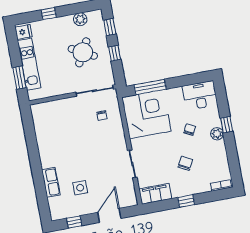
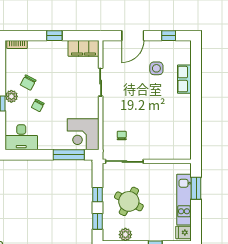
corner desk: (146, 114) -> (83, 134), width x0.74, depth x0.74
chair: (185, 163) -> (28, 83), moved

